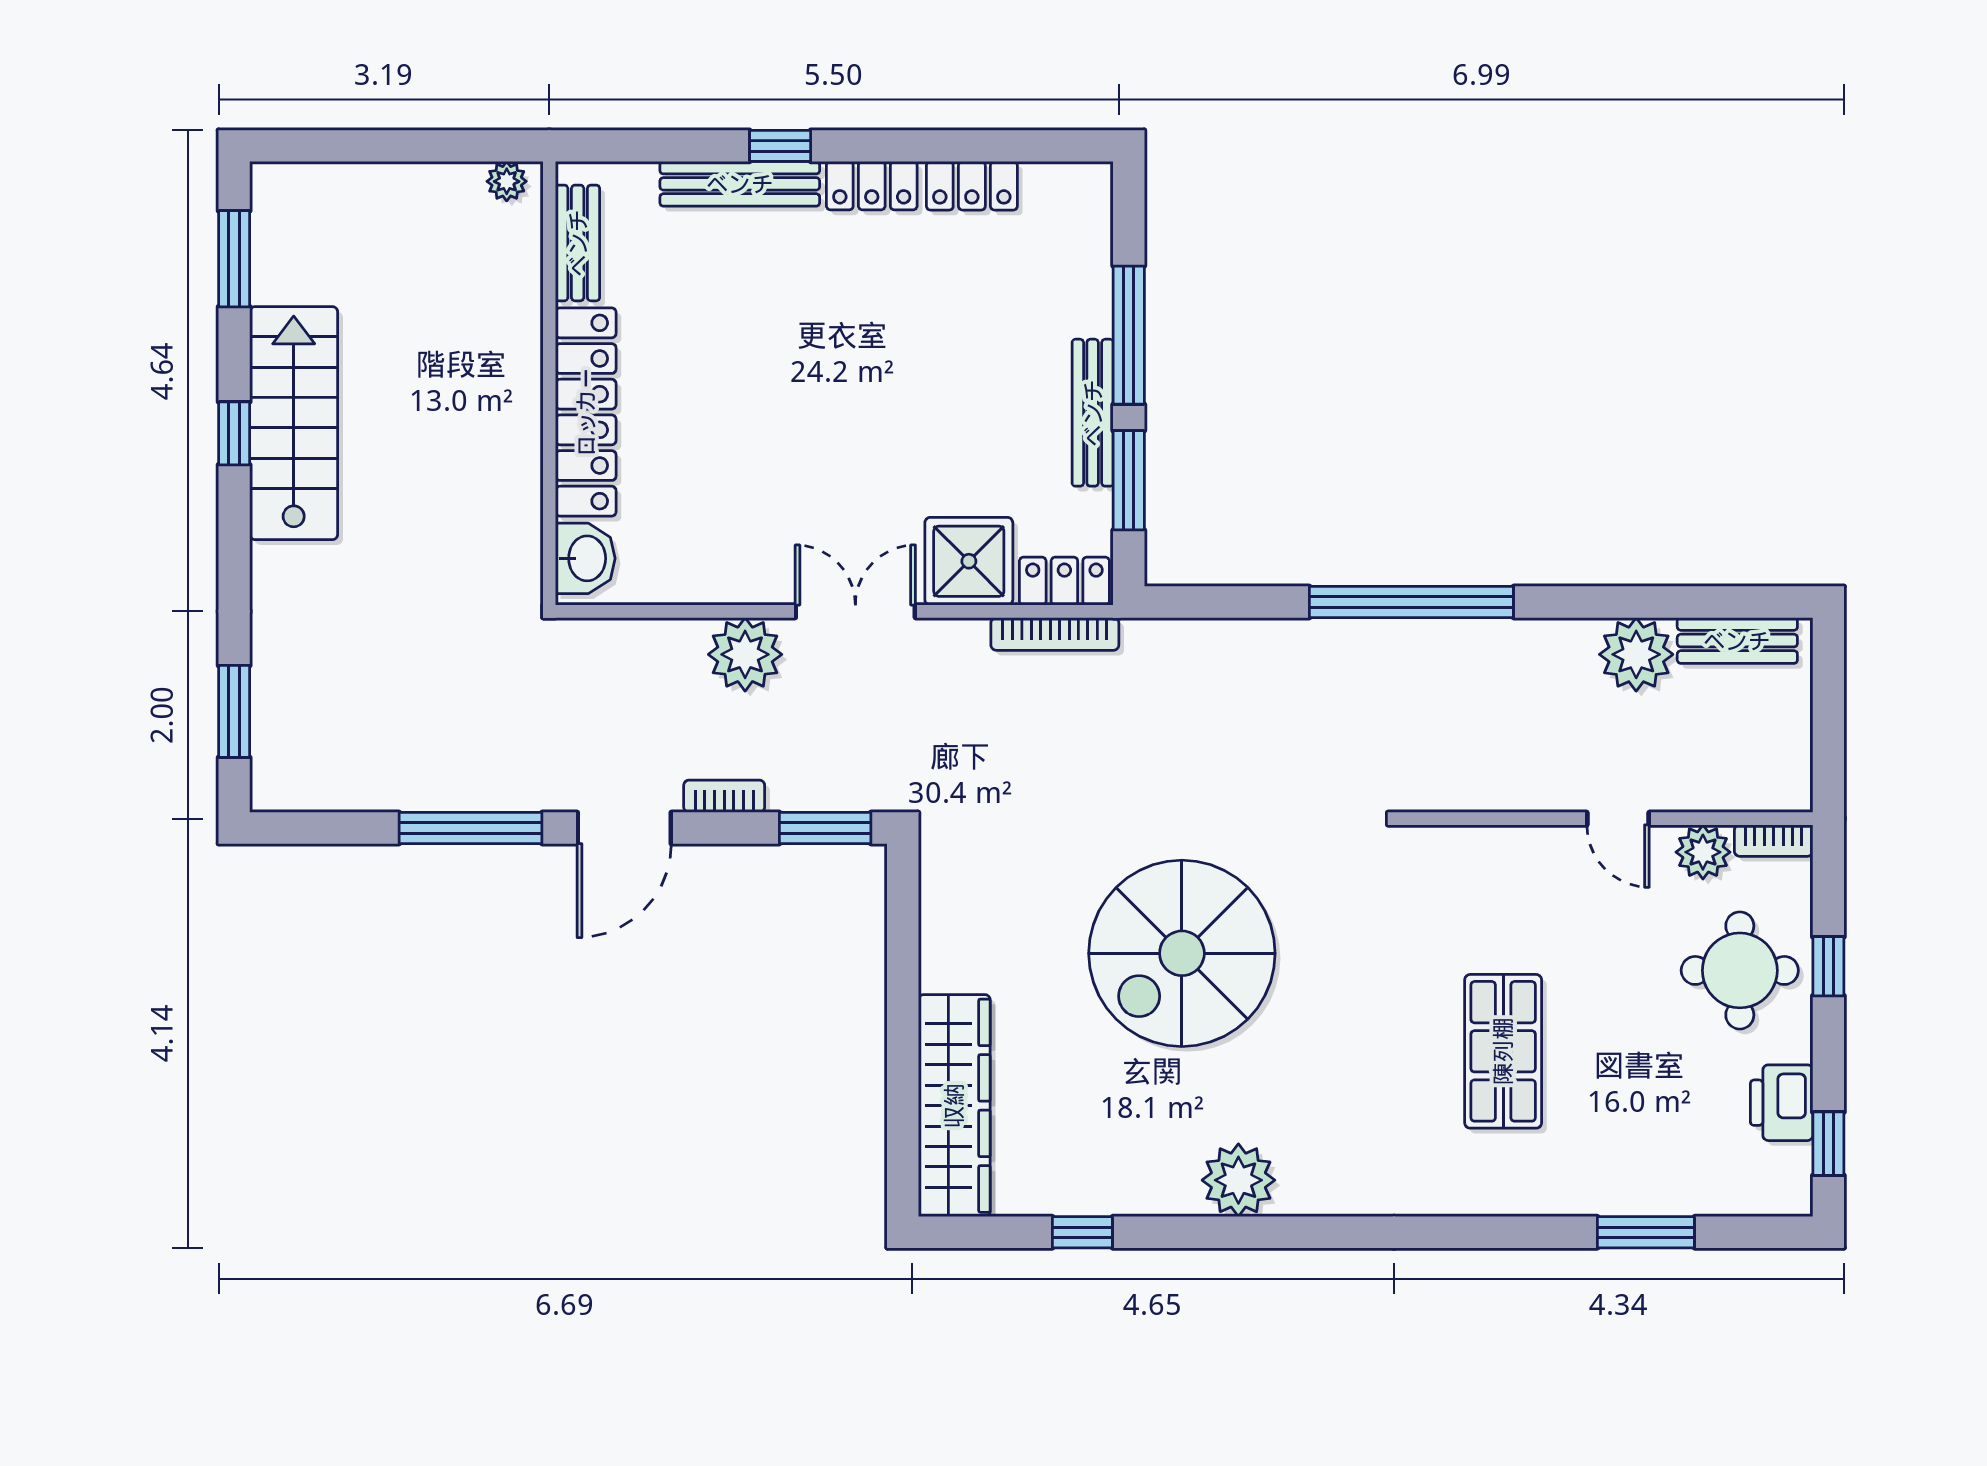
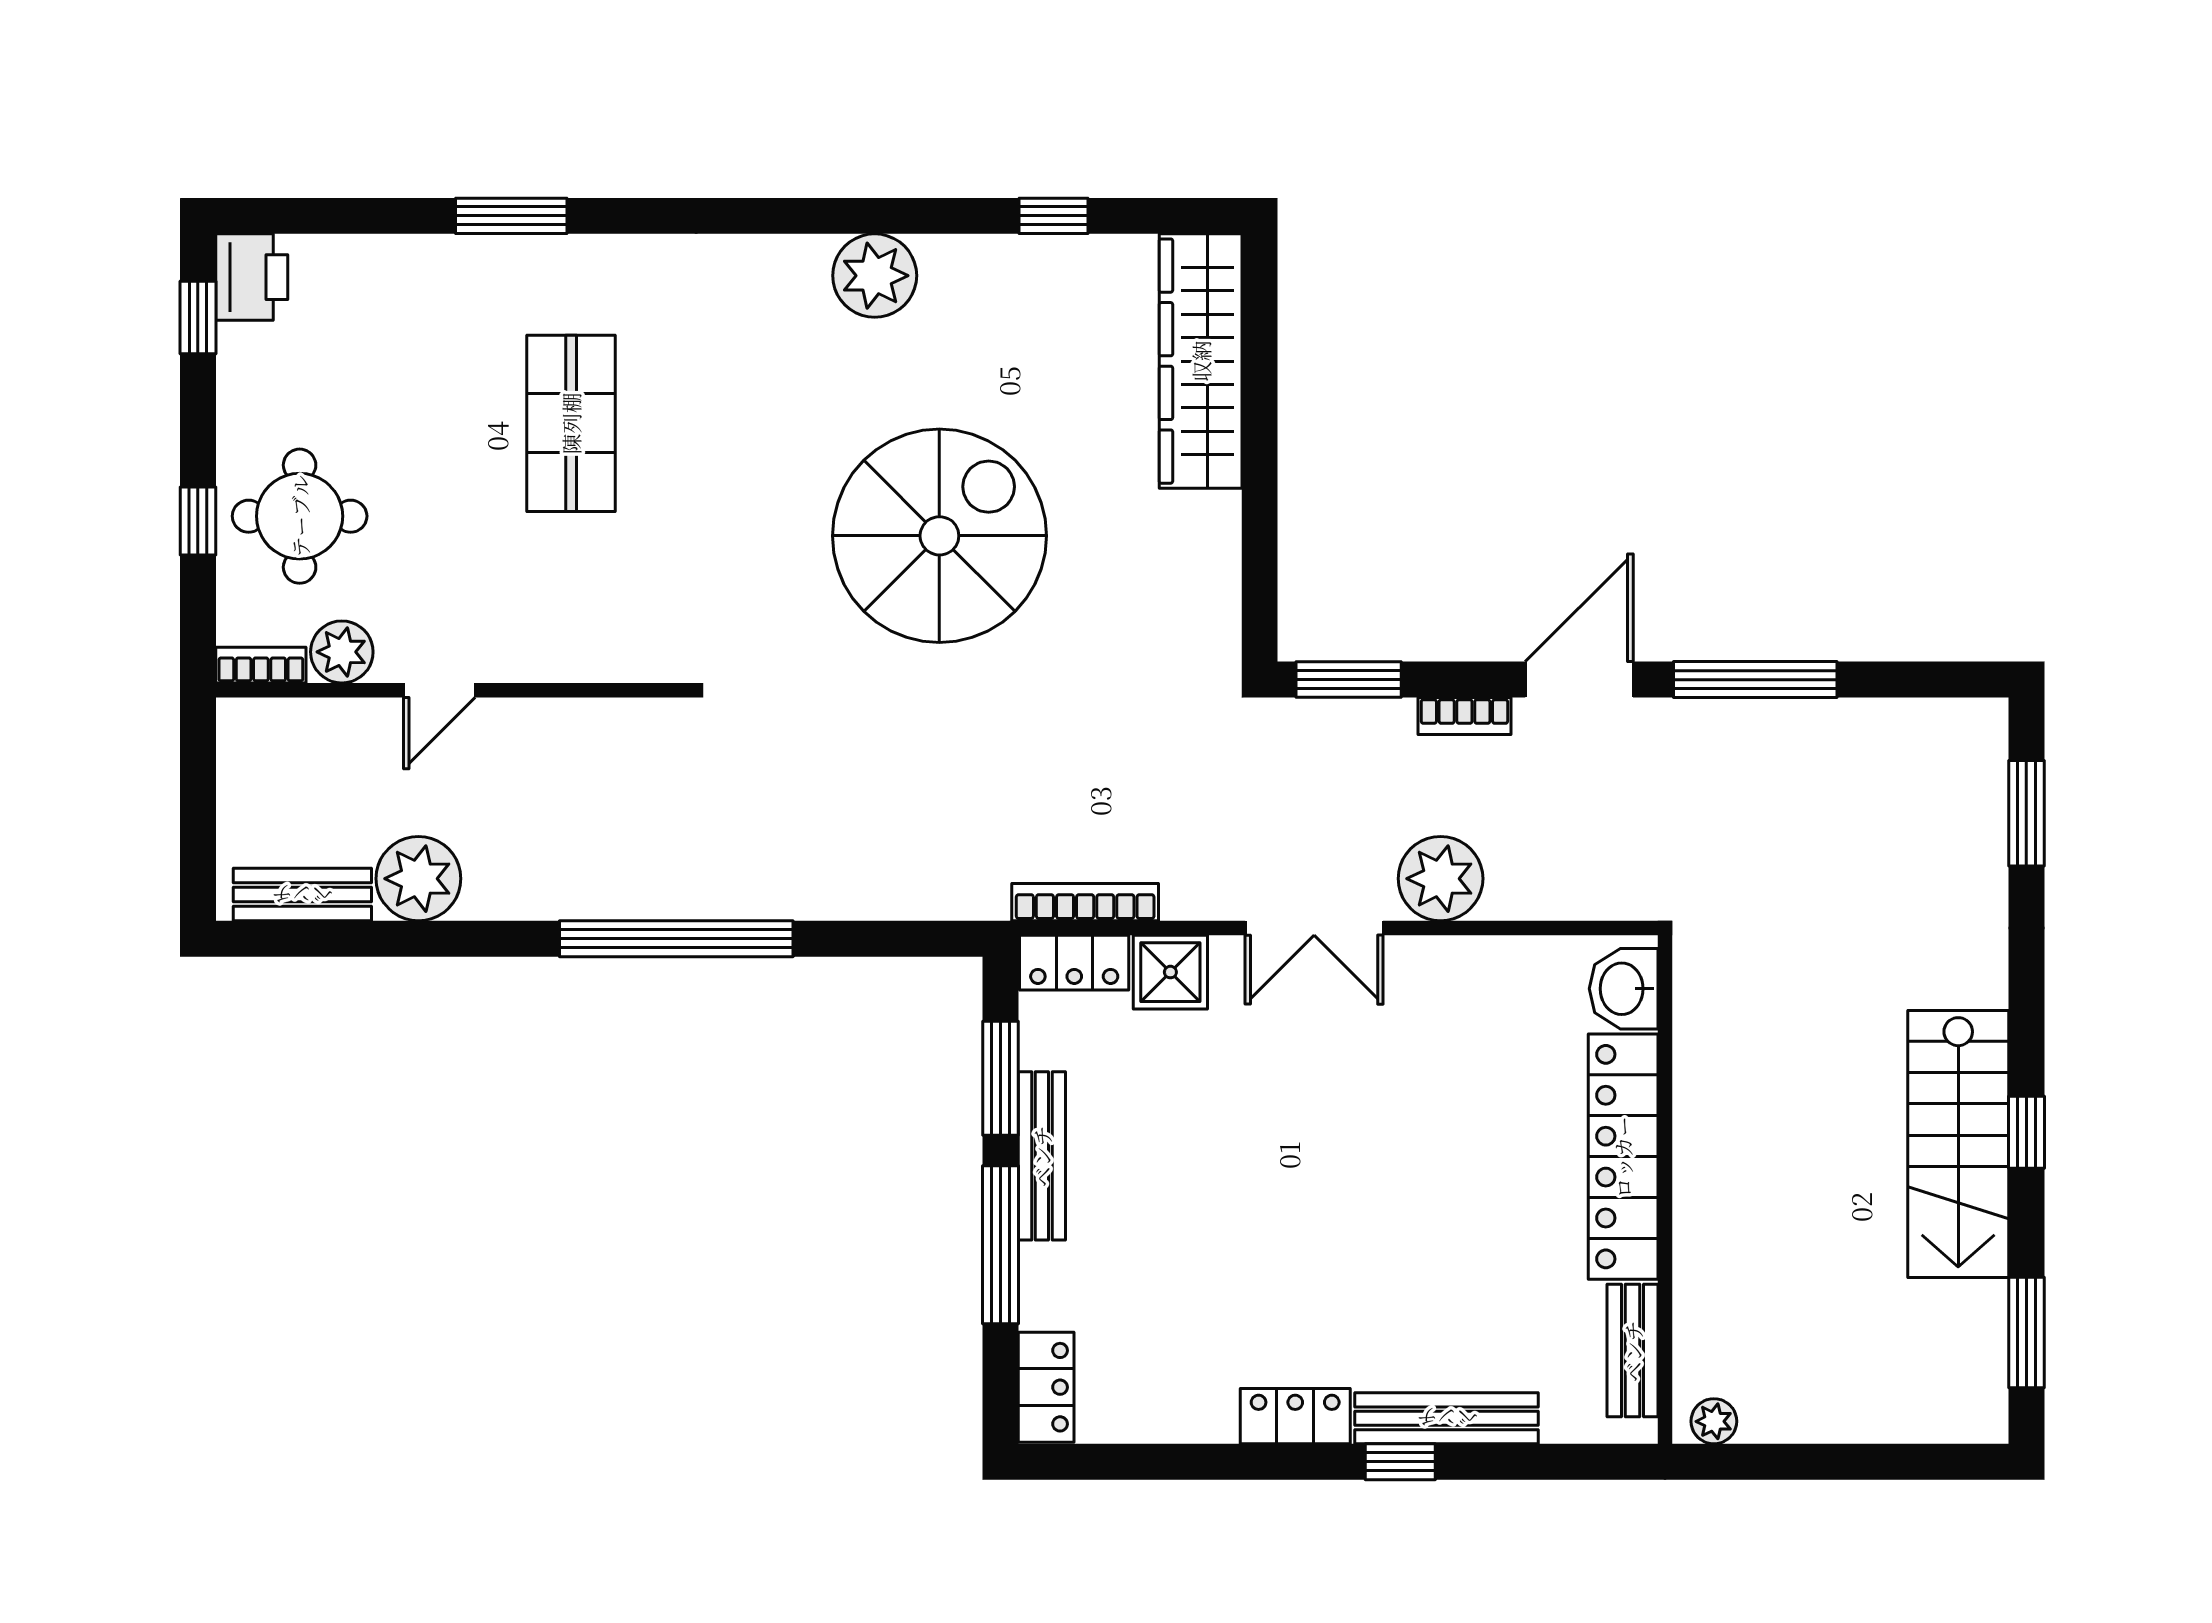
locker: (972, 186) -> (1046, 1387), moved, turned 90
shower: (969, 561) -> (1170, 972), width x0.73, depth x0.73
door: (1618, 819) -> (439, 690), swing flipped
printer: (1782, 1103) -> (252, 277), moved
window: (1646, 1232) -> (511, 216), moved

